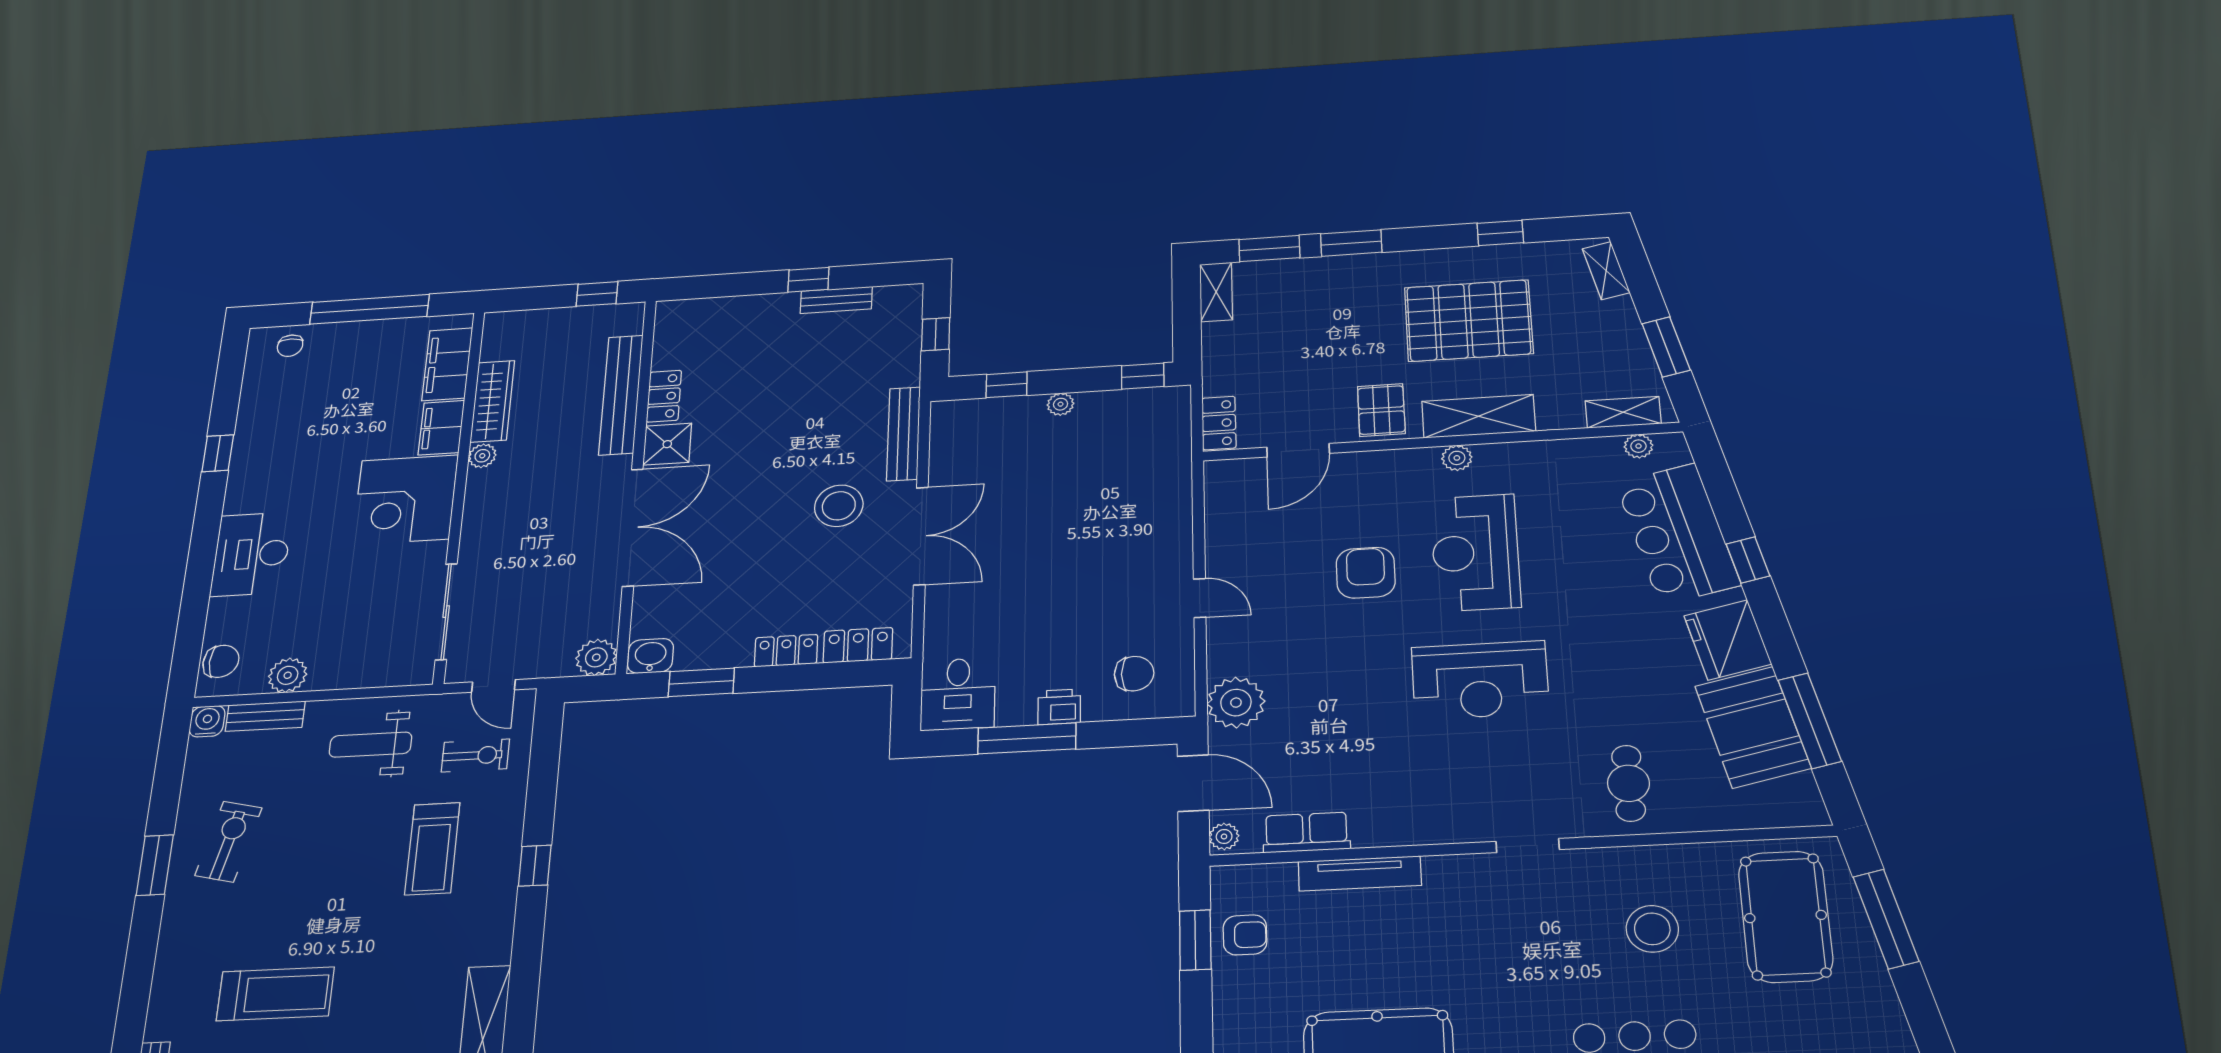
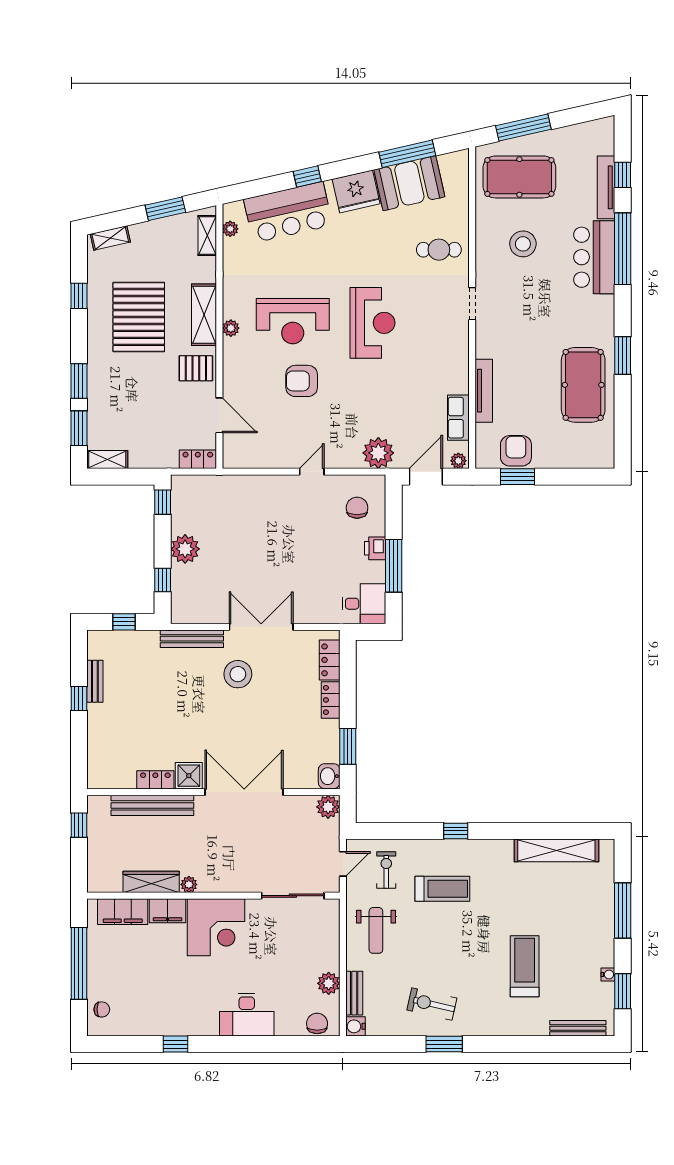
plant: (1061, 404) -> (185, 549), width x1.88, depth x1.88
armchair: (1245, 935) -> (516, 451), width x1.38, depth x1.38

